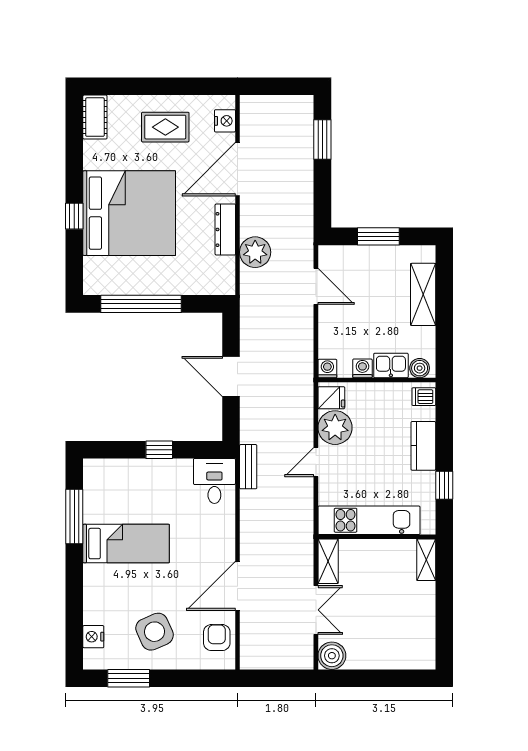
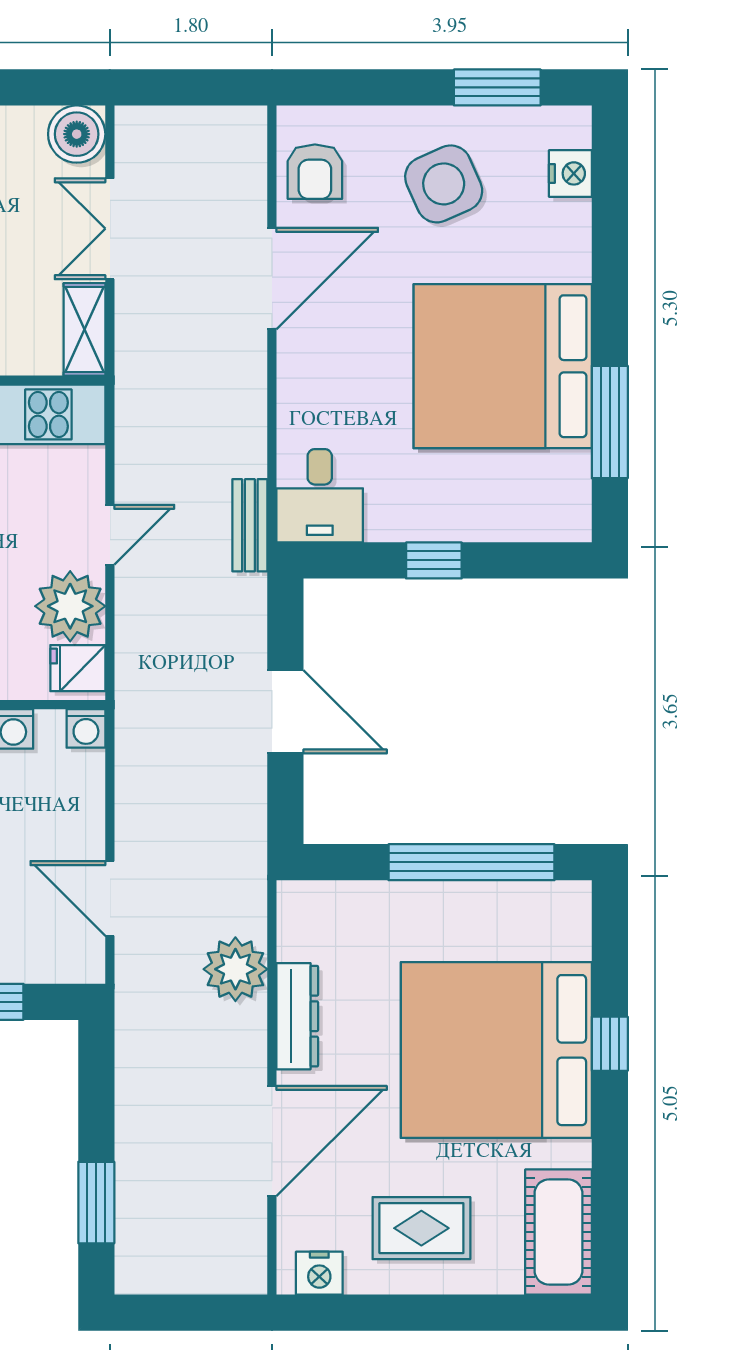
cot: (95, 117) -> (558, 1232), width x1.37, depth x1.34
nightstand: (225, 121) -> (319, 1273), moved, turned -90
bed: (126, 544) -> (503, 366), width x2.04

